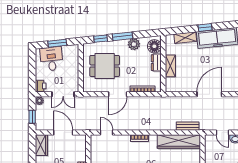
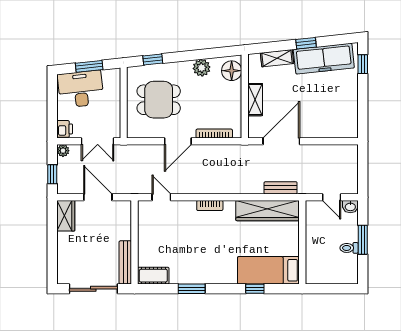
window: (122, 36) -> (185, 56), removed
desk: (52, 59) -> (81, 89), width x1.37
dresser: (156, 63) -> (234, 95), removed
door: (209, 94) -> (281, 141), moved

